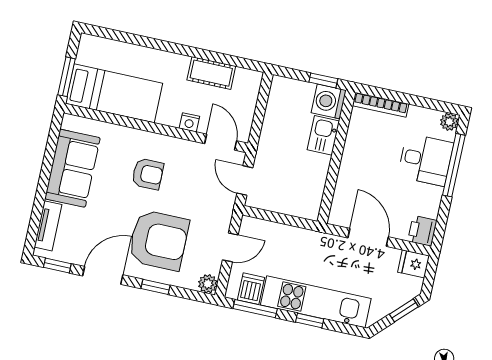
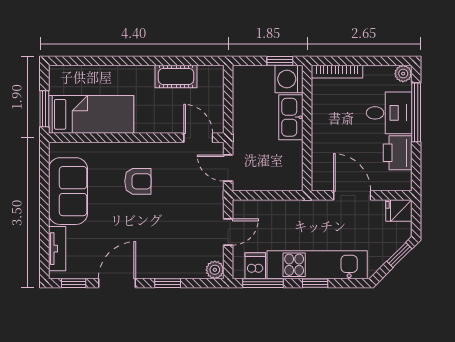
nightstand: (189, 122) -> (166, 126), removed
kitchen sink: (323, 135) -> (291, 117), width x1.38
printer: (422, 231) -> (398, 153), moved, width x1.36, depth x1.24
armchair: (159, 240) -> (161, 240), removed

